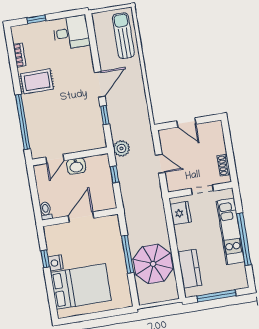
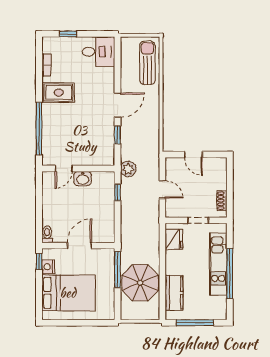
toilet: (46, 211) -> (47, 234), moved
wall: (80, 217) -> (78, 246), moved
door: (81, 217) -> (79, 246), moved

